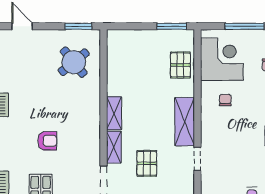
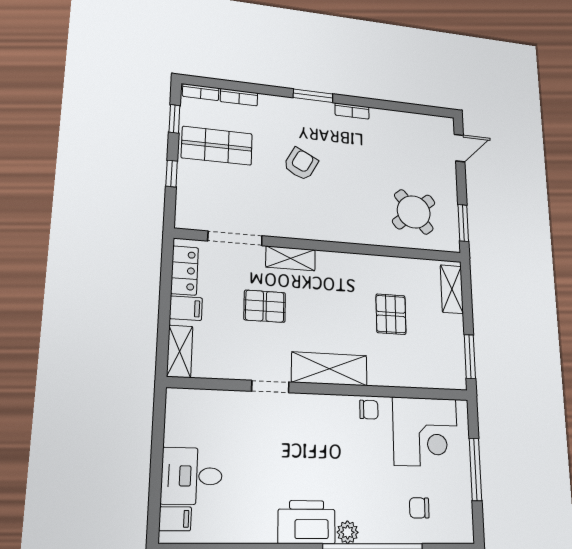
pallet: (180, 65) -> (391, 314), moved, turned 90
chair: (225, 100) -> (369, 410), moved
shelving: (114, 113) -> (452, 289), moved, turned 90
armchair: (47, 141) -> (301, 164), turned -152

